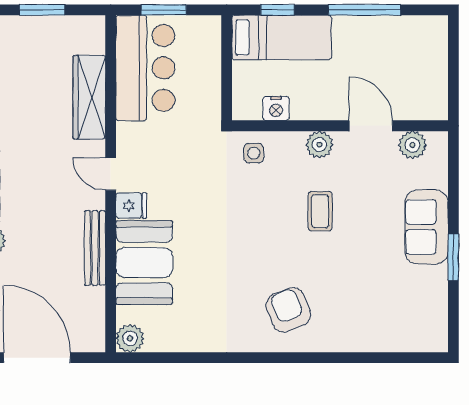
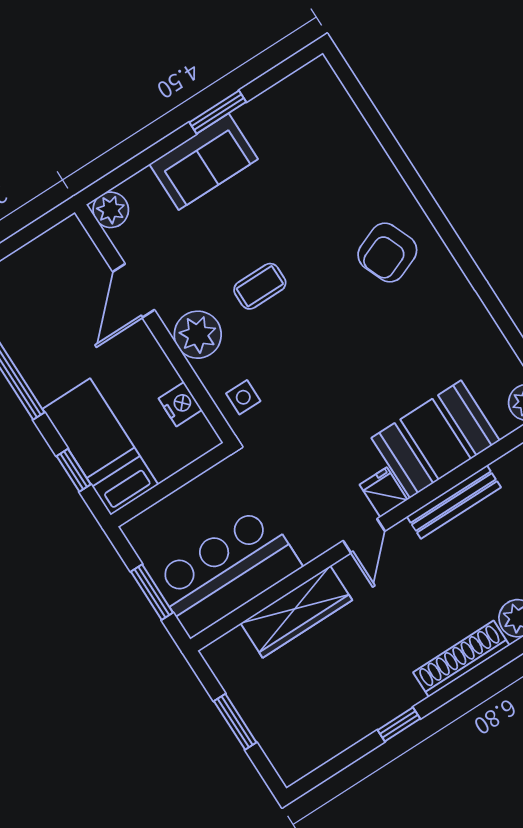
plant: (319, 145) -> (198, 335), width x1.36, depth x1.36
plant: (412, 145) -> (111, 210), moved

